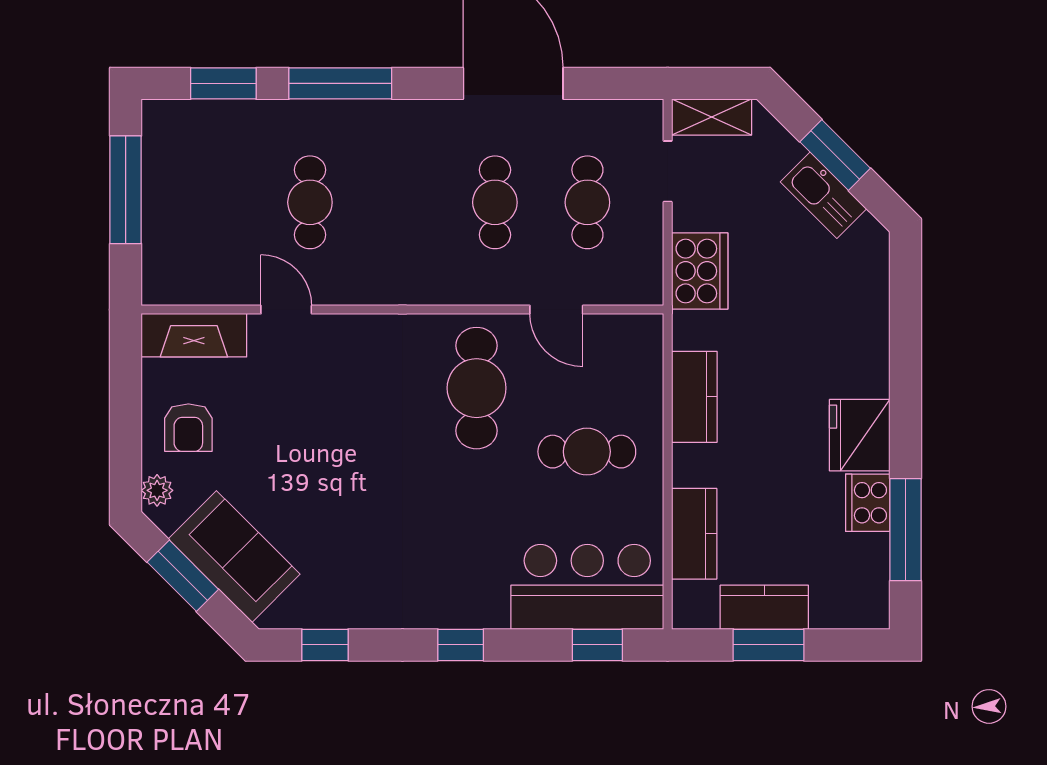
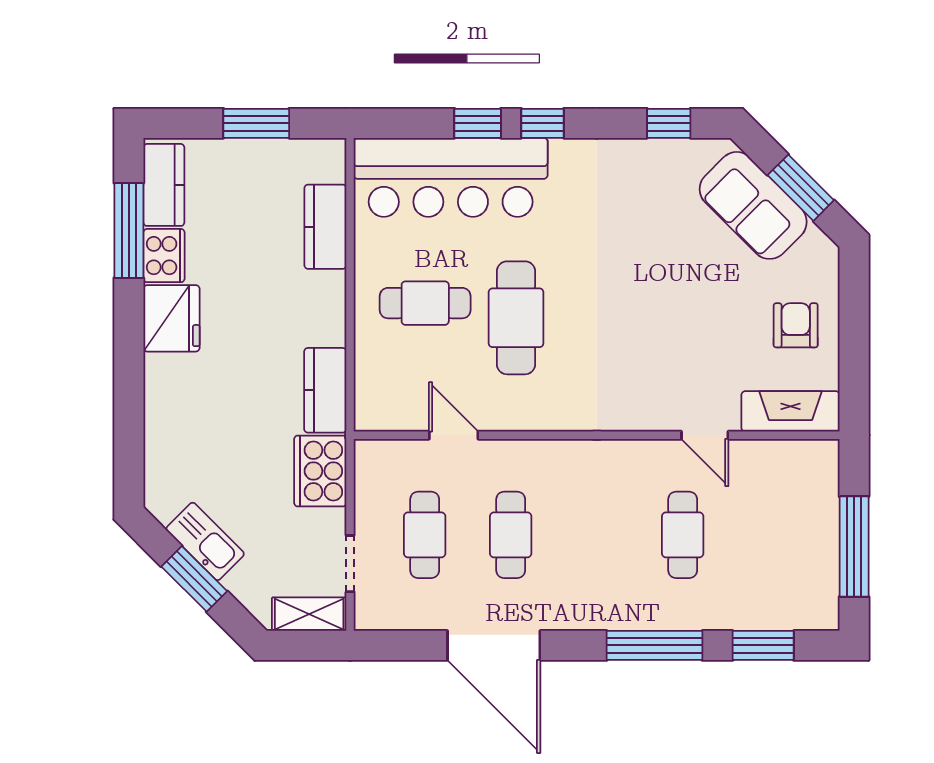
cafe table: (477, 388) -> (516, 318), moved
kitchen counter: (694, 397) -> (325, 390), moved
plant: (157, 490) -> (825, 267), removed
bar counter: (587, 587) -> (451, 177), width x1.36
kitchen counter: (764, 607) -> (164, 185), moved, turned -90
window: (597, 645) -> (478, 123), moved

